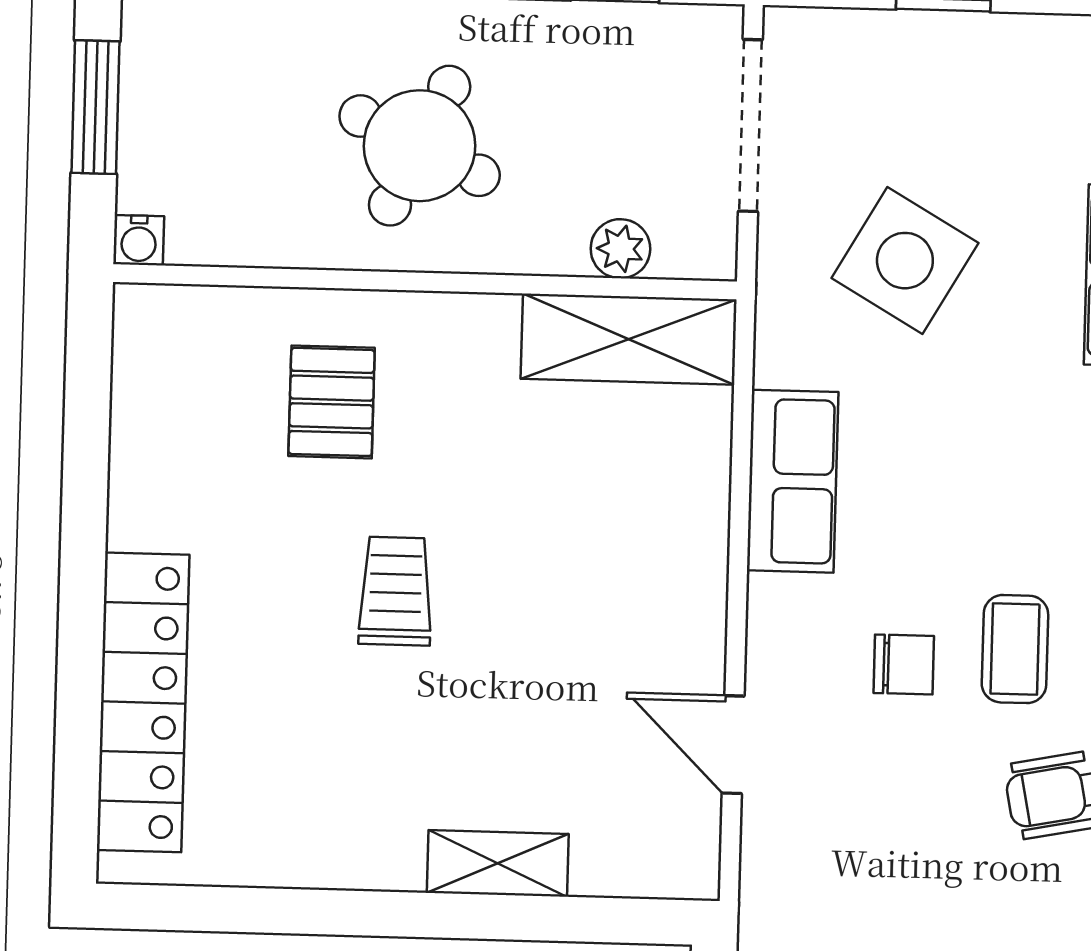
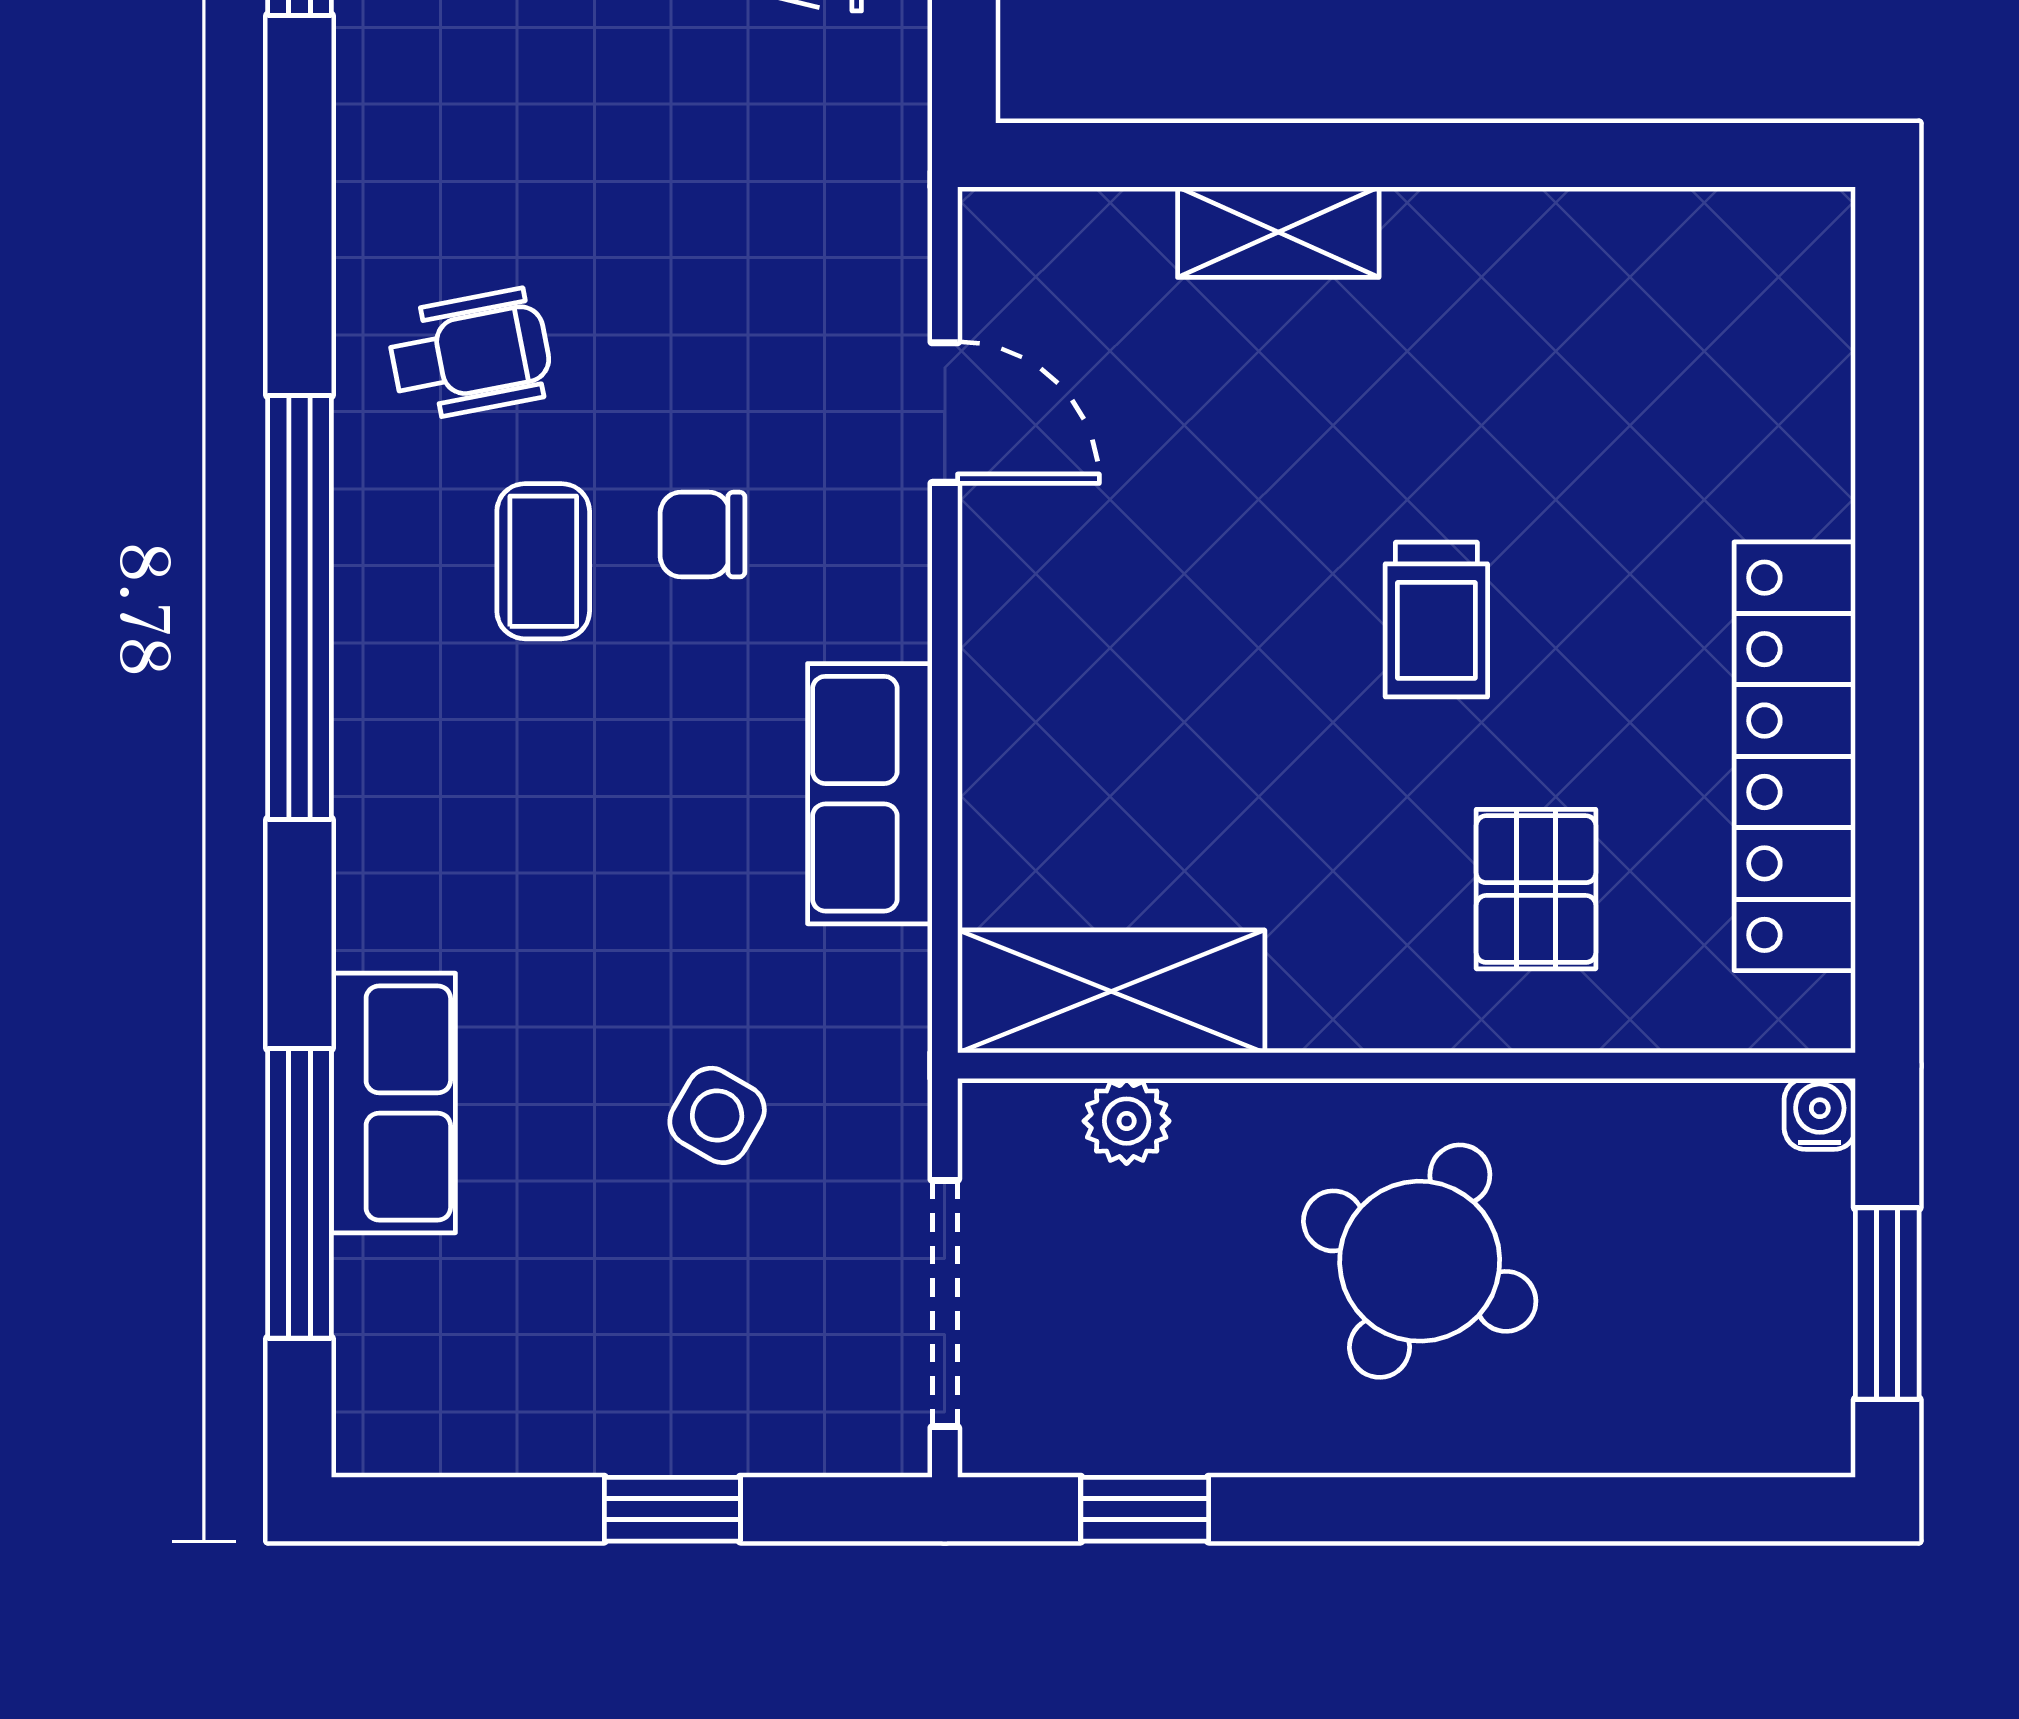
side table: (905, 261) -> (717, 1115), width x0.54, depth x0.54
locker: (143, 702) -> (1795, 756), moved

